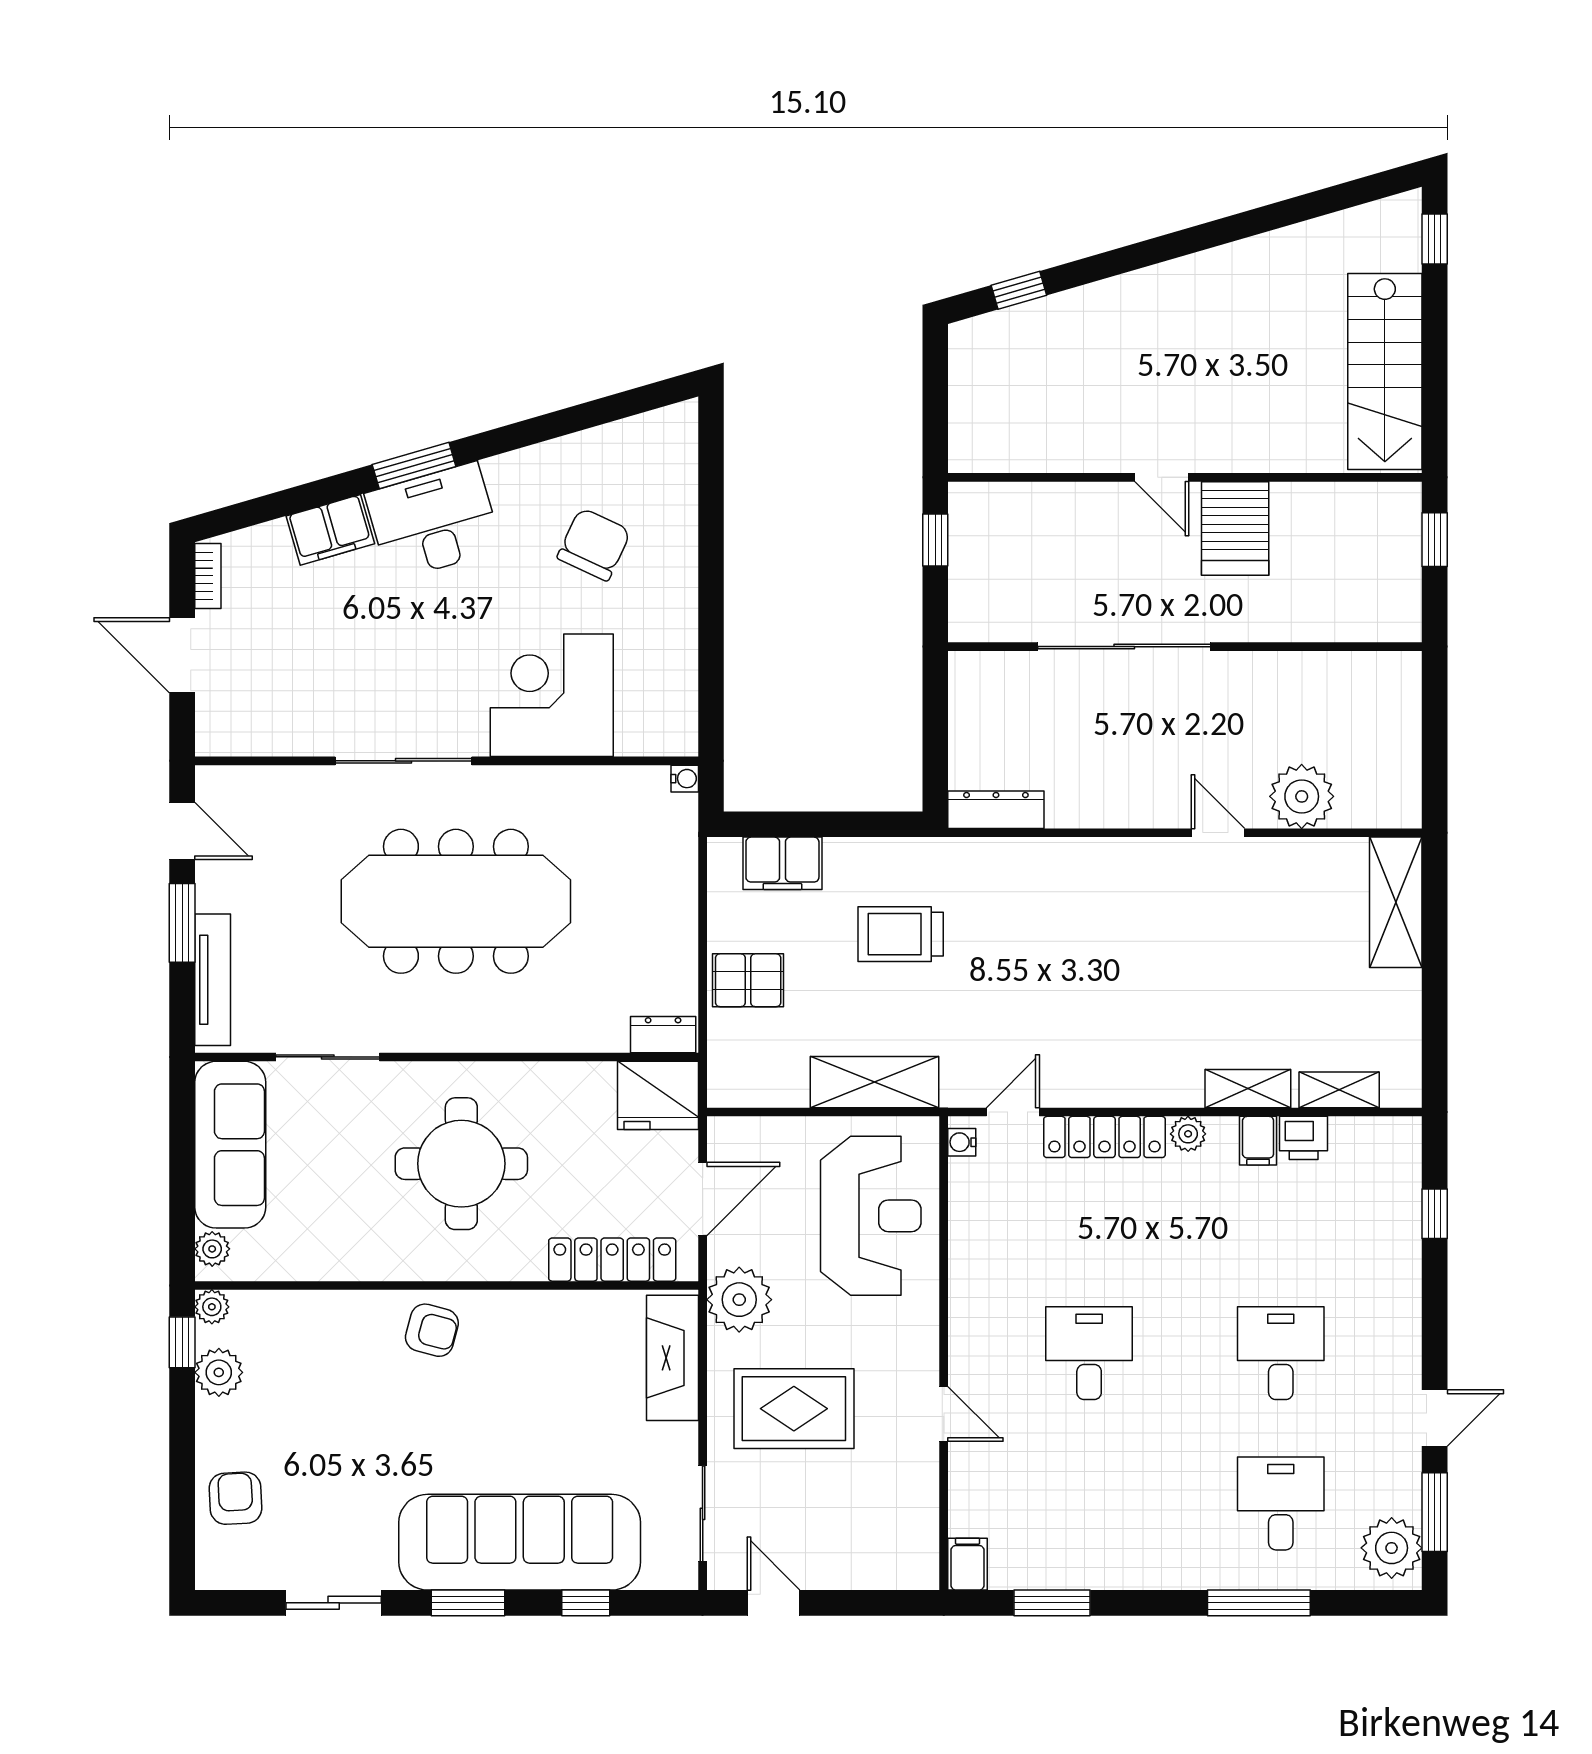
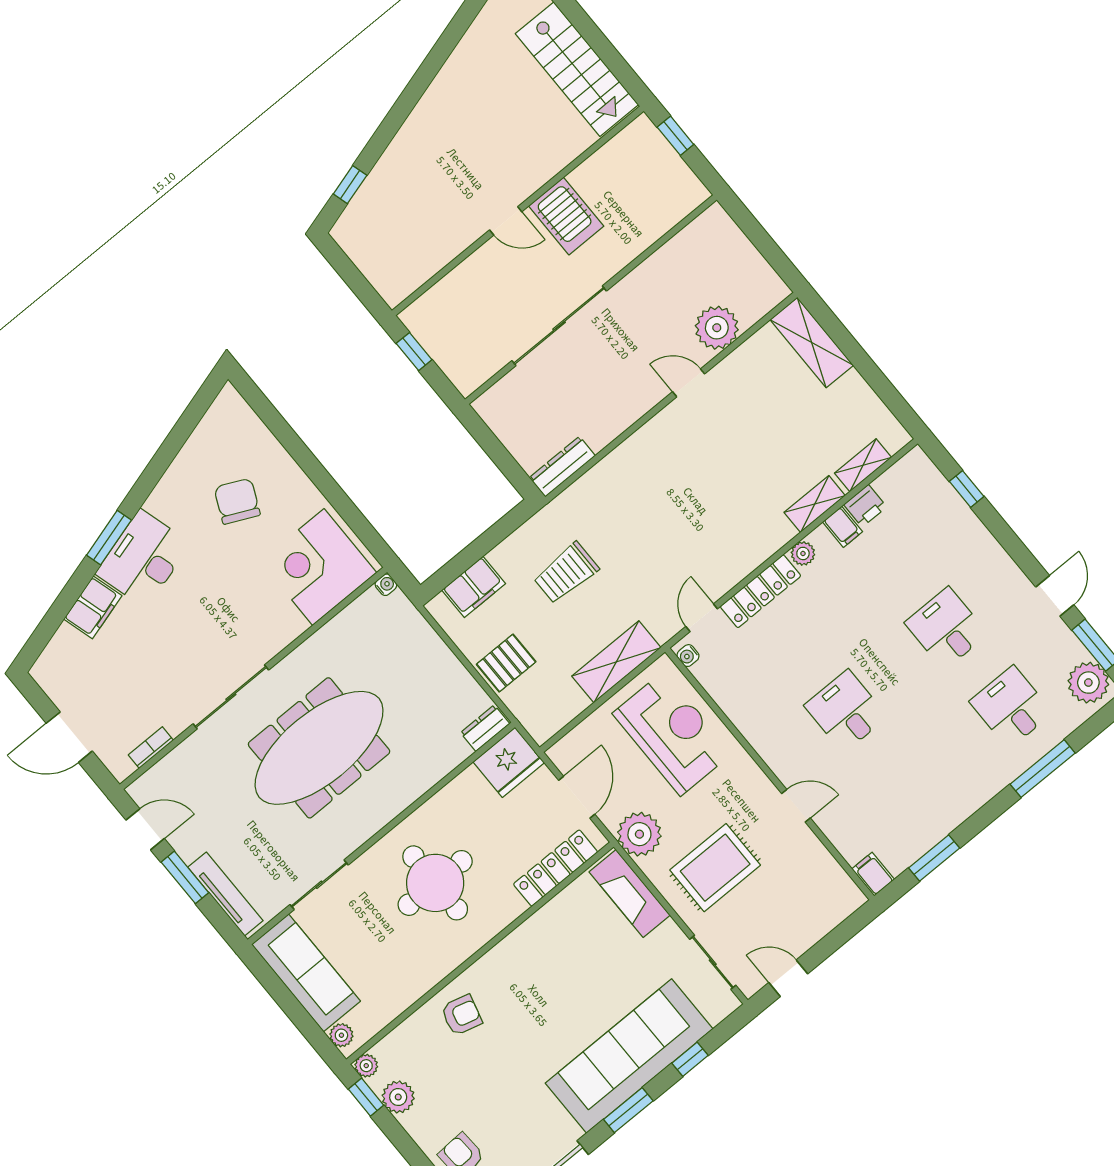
bookcase: (208, 576) -> (151, 748), moved, turned -90
corner desk: (552, 695) -> (318, 567), moved
armchair: (432, 1330) -> (461, 1015), moved

